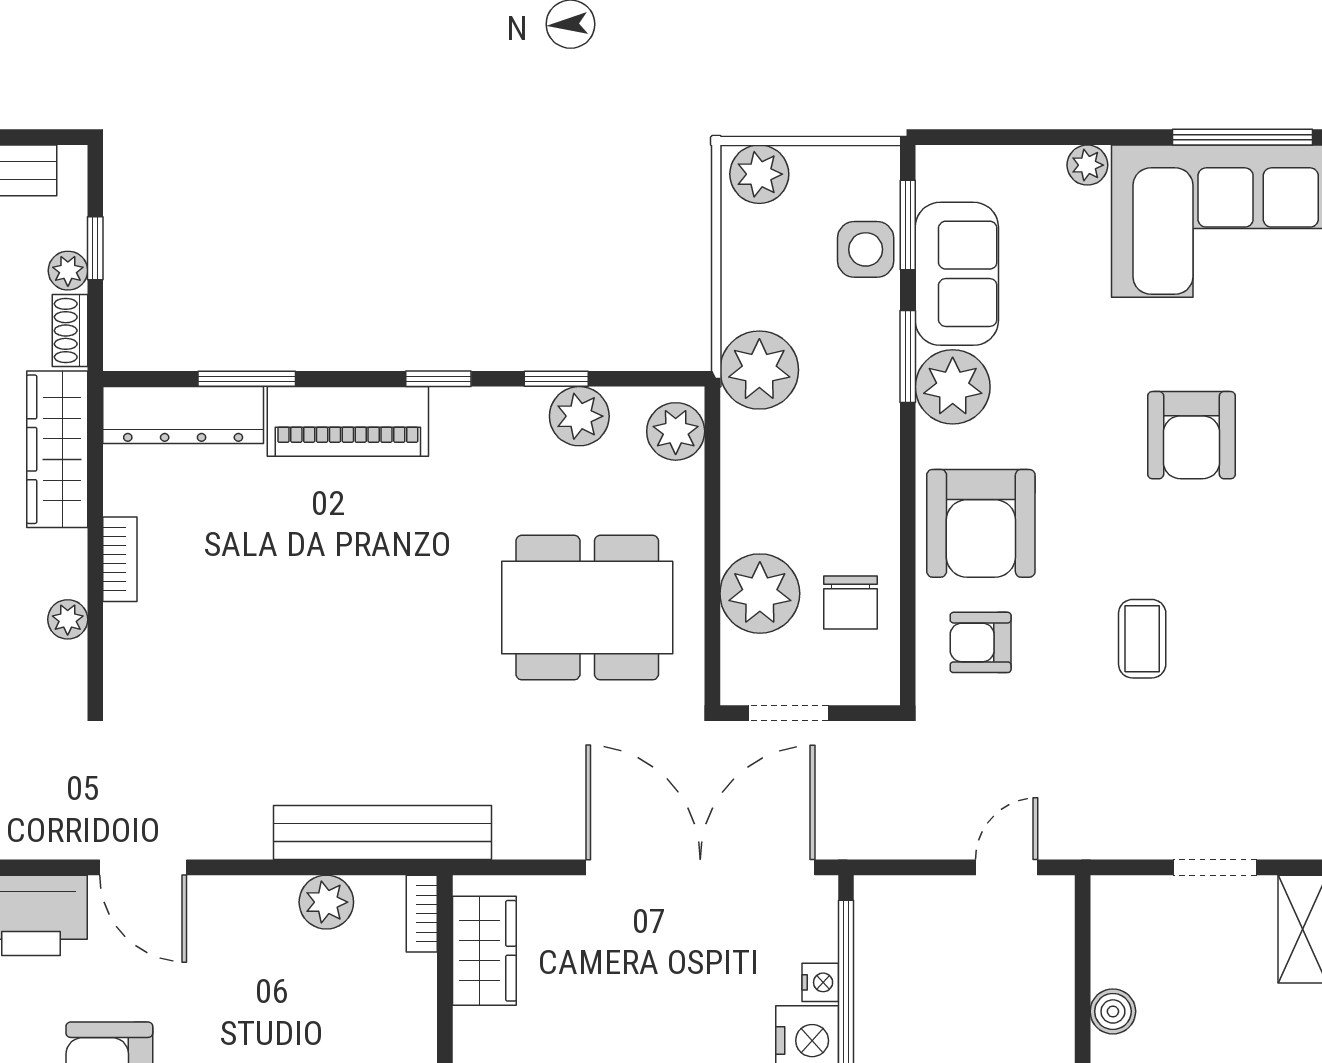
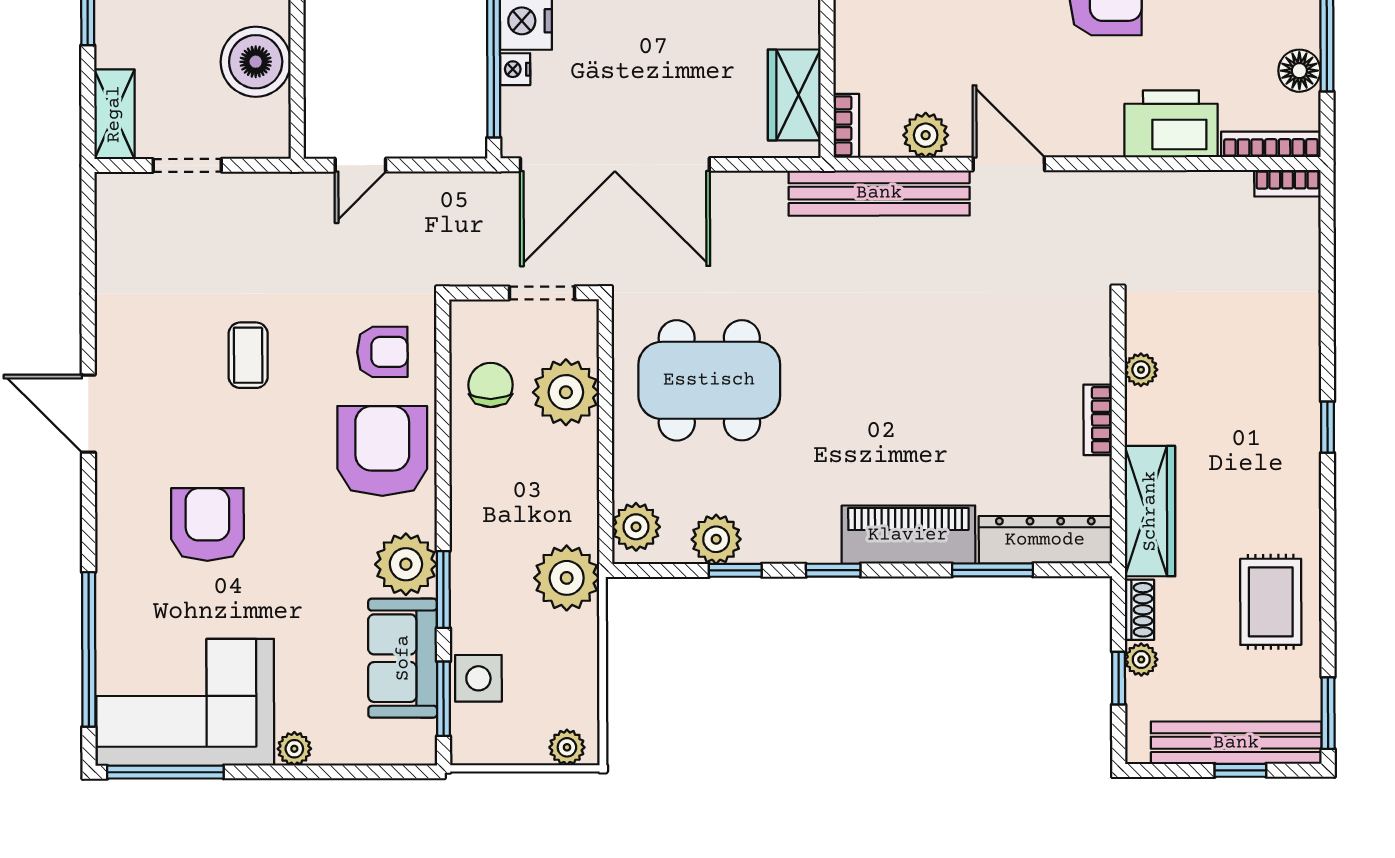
plant: (759, 174) -> (567, 747), width x0.73, depth x0.73
door: (143, 867) -> (1009, 164), moved
boiler: (1113, 1011) -> (256, 62), width x1.86, depth x1.86

